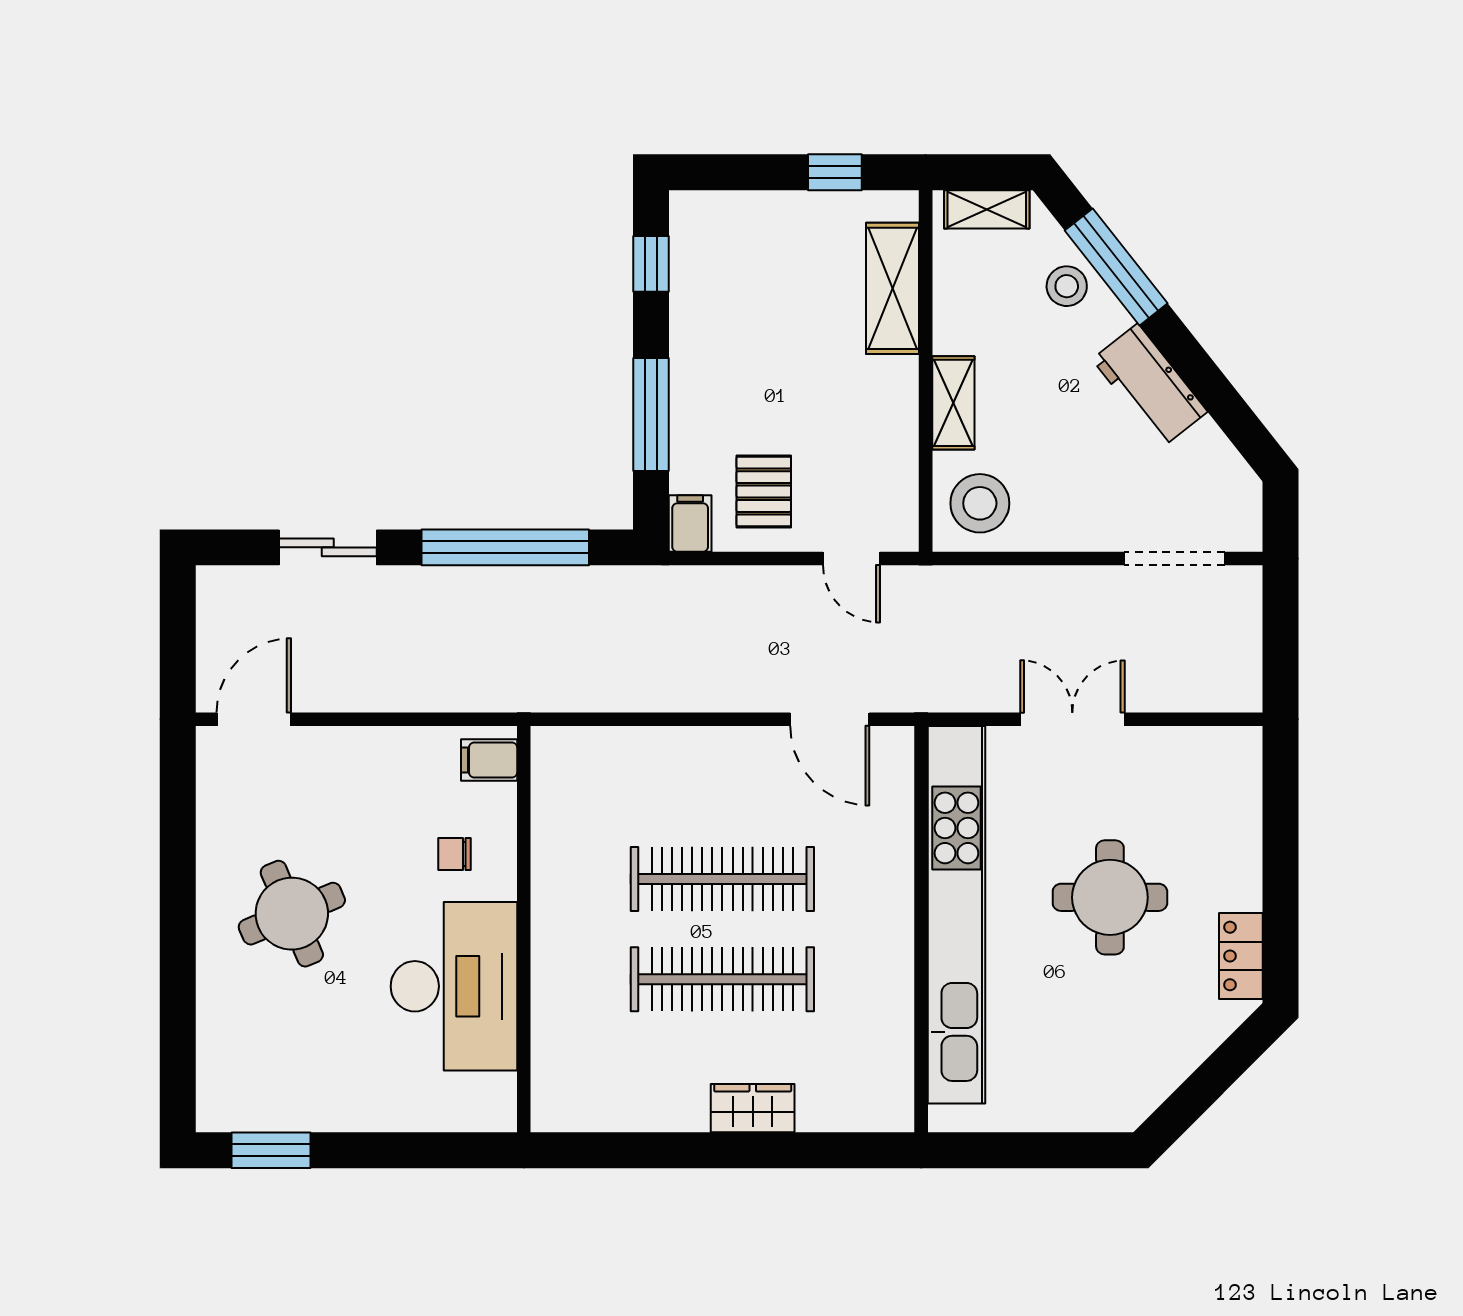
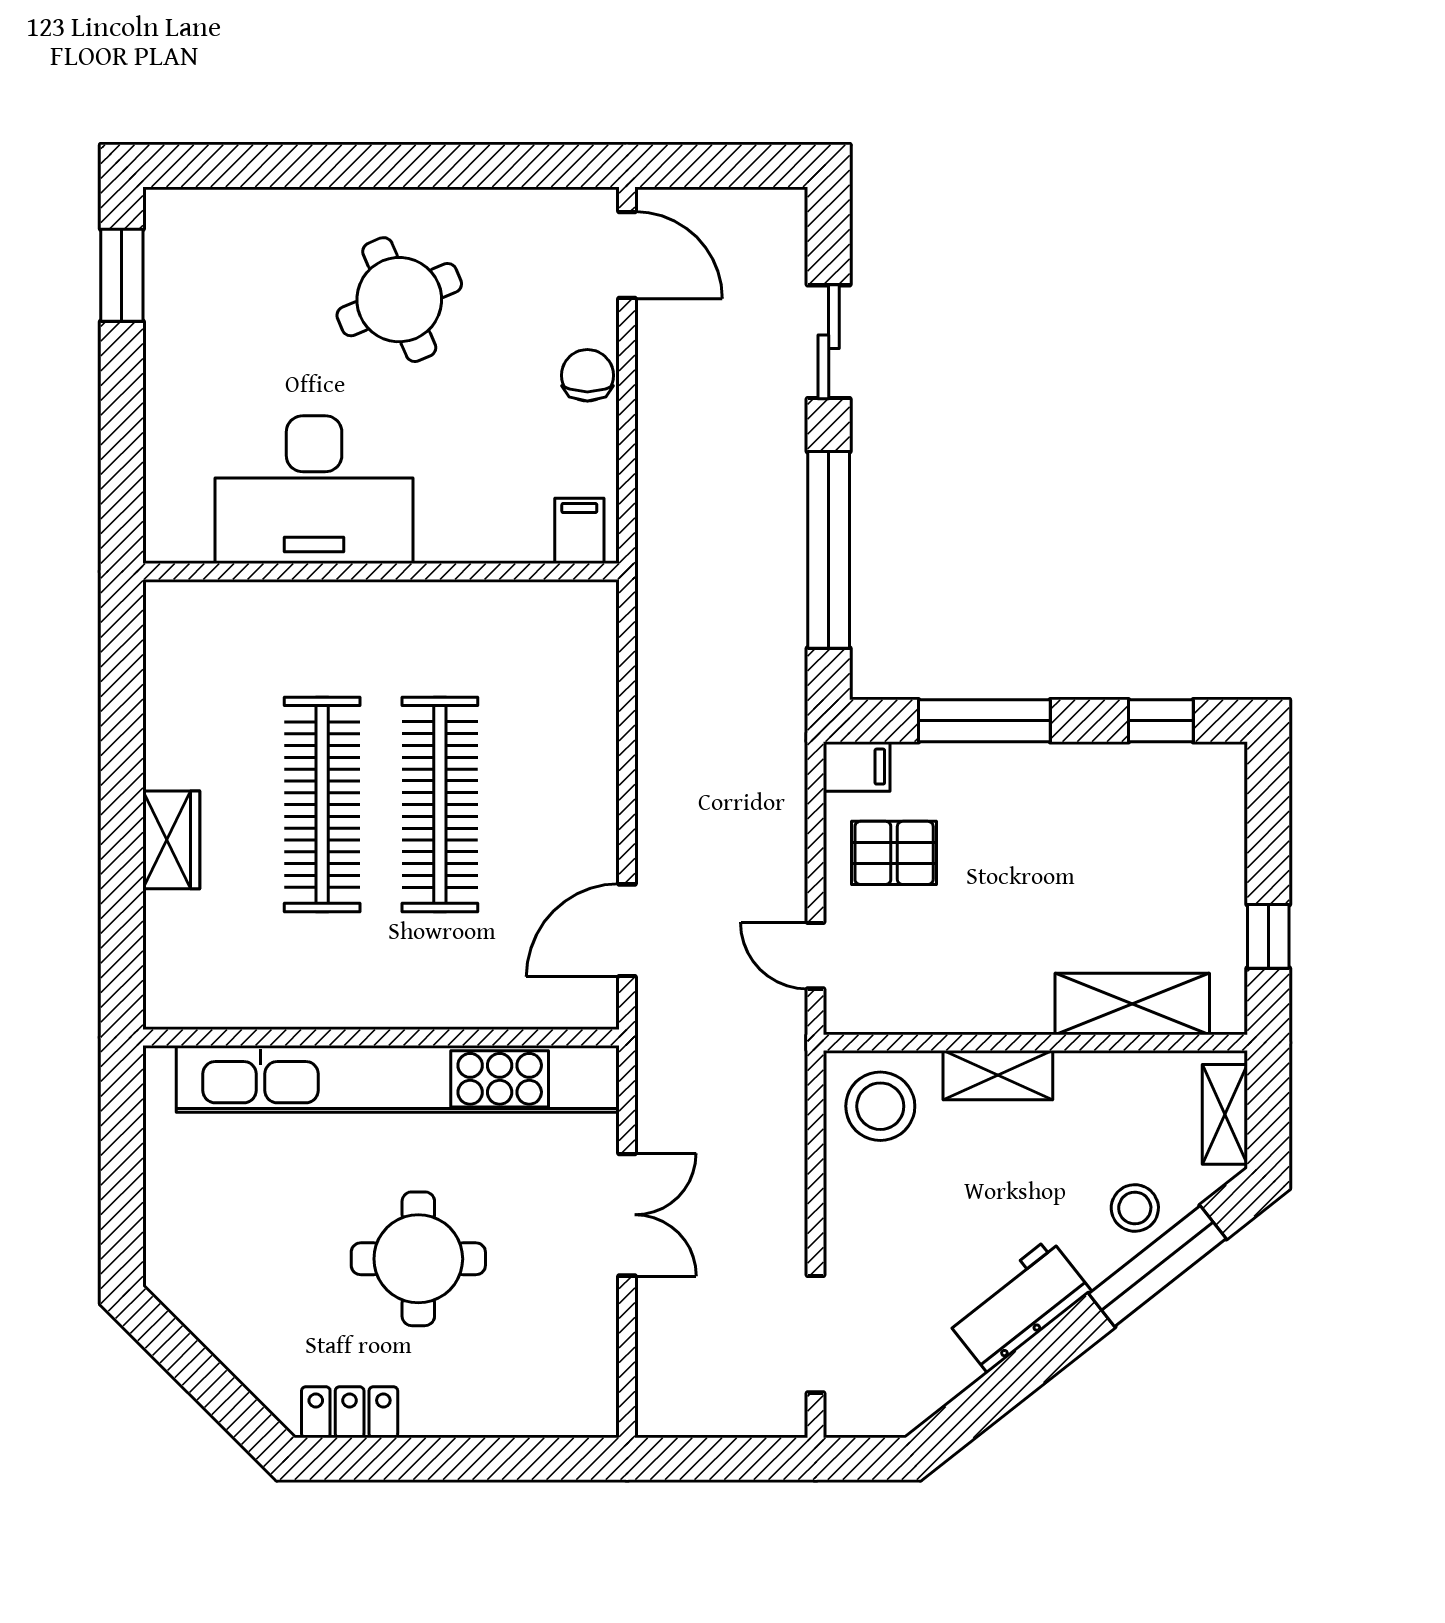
door: (851, 559) -> (816, 956), hinge flipped
chair: (455, 854) -> (587, 375), moved, width x1.37, depth x1.37

